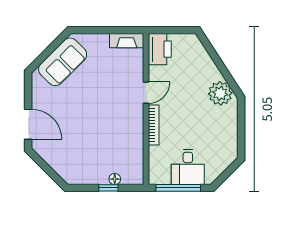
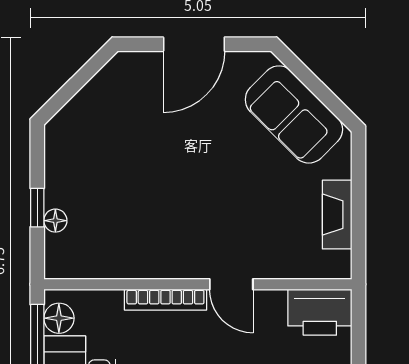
fireplace: (127, 41) -> (337, 215), moved
door: (28, 124) -> (194, 44), moved
floor lamp: (163, 177) -> (59, 318), added

